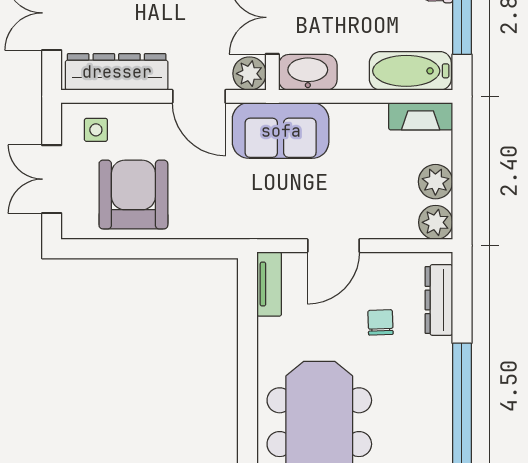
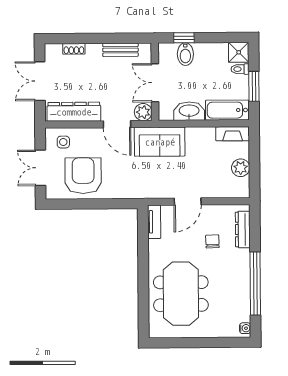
washbasin: (308, 72) -> (189, 111), moved
plant: (436, 222) -> (241, 189), removed

